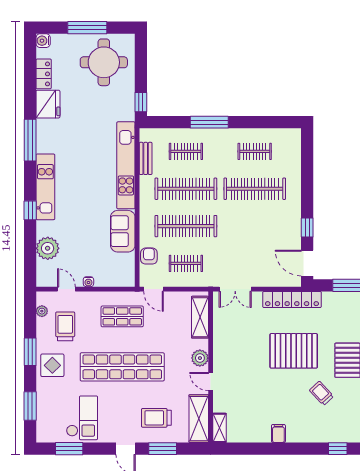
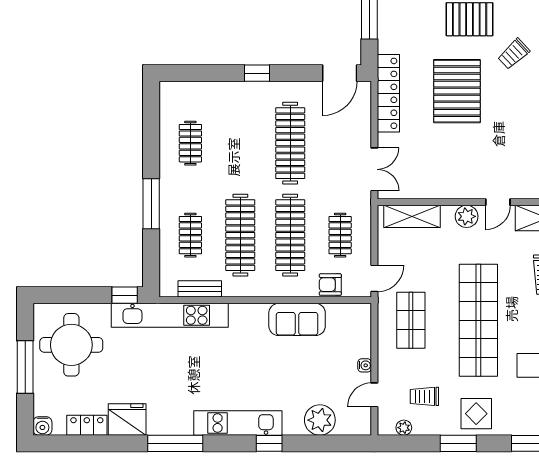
kitchen unit: (126, 165) -> (170, 315), moved
clothes rail: (255, 189) -> (290, 143), moved
window: (307, 227) -> (257, 73), moved
trolley: (65, 326) -> (424, 396), width x0.73, depth x0.72

